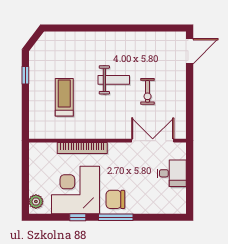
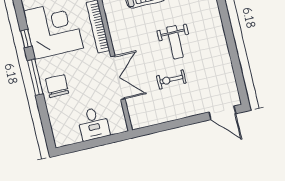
double door: (153, 141) -> (118, 78), moved
chair: (115, 199) -> (57, 86), moved

